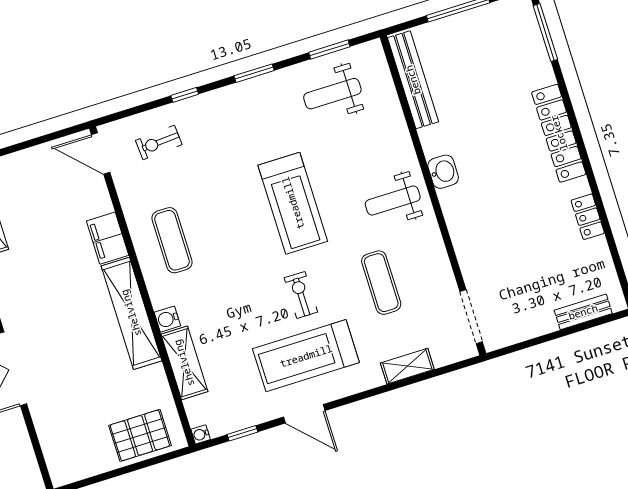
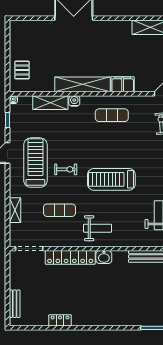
locker: (559, 133) -> (70, 257), moved, turned 180
weight bench: (393, 200) -> (98, 228), turned 90
pallet: (140, 435) -> (22, 70), width x0.67, depth x0.71

